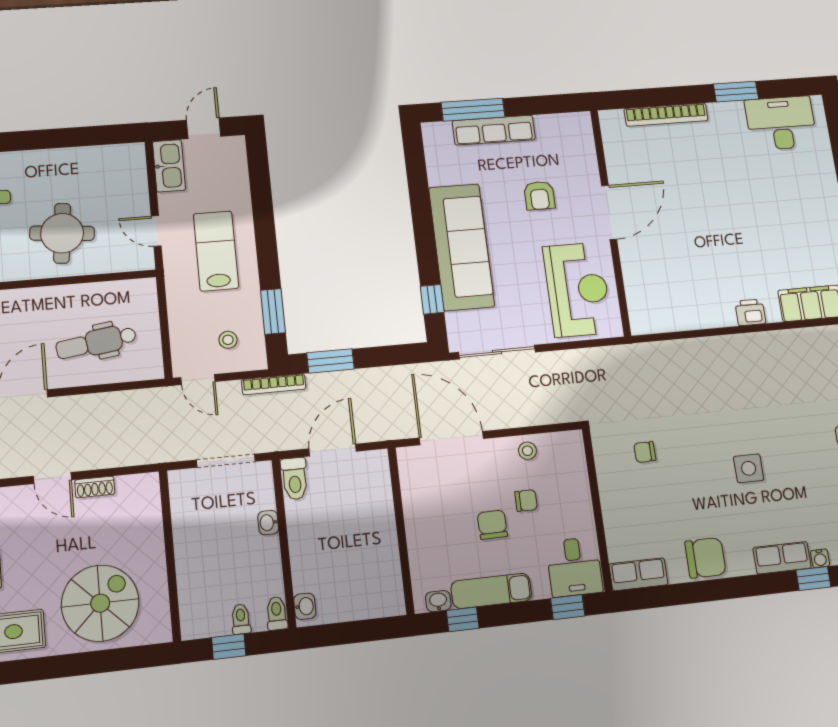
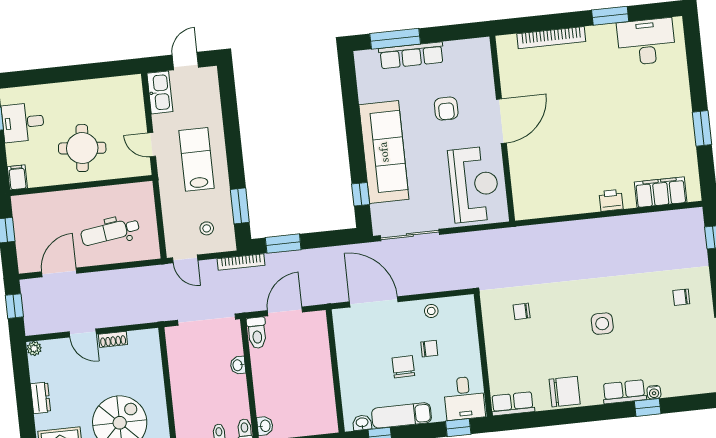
doorway: (226, 461) -> (207, 320), width x1.36

